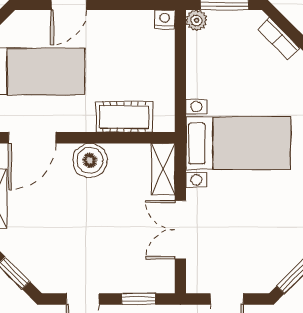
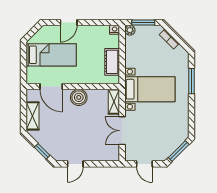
cot: (124, 117) -> (112, 62), moved, turned 90
door: (32, 138) -> (51, 87), hinge flipped
window: (138, 299) -> (102, 164), removed

